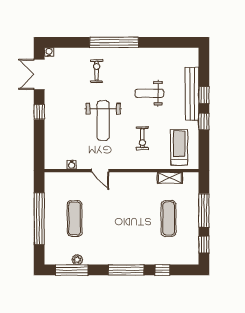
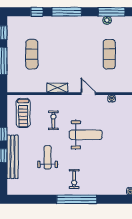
exercise bike: (97, 71) -> (74, 179), moved
weight bench: (149, 93) -> (48, 157), turned -90
weight bench: (103, 121) -> (86, 135), turned 90
shelving: (170, 178) -> (57, 88), moved

